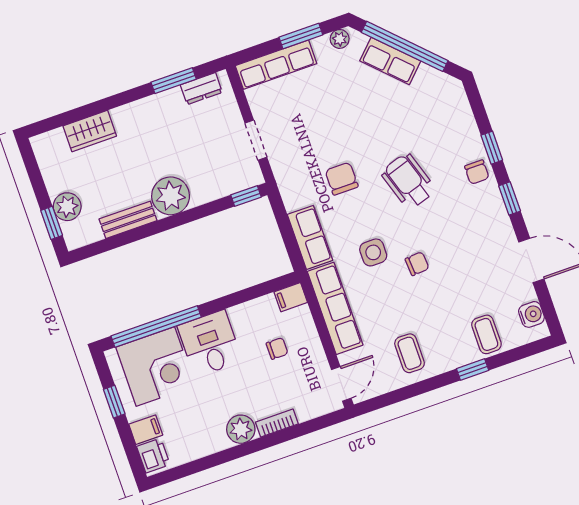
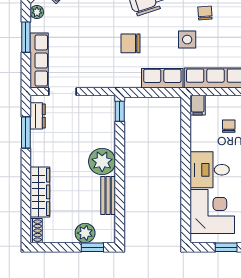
wardrobe: (90, 131) -> (40, 192), width x1.50
shoe rack: (47, 140) -> (36, 231), added
doorway: (256, 140) -> (63, 92), moved
window: (156, 327) -> (186, 202), removed

